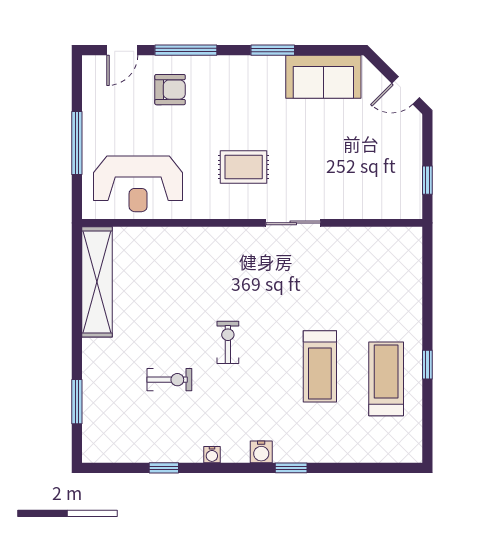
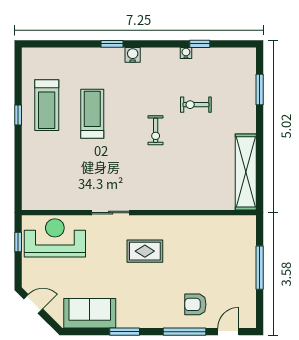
reception desk: (138, 184) -> (55, 238), moved
water cooler: (212, 455) -> (186, 53), moved

